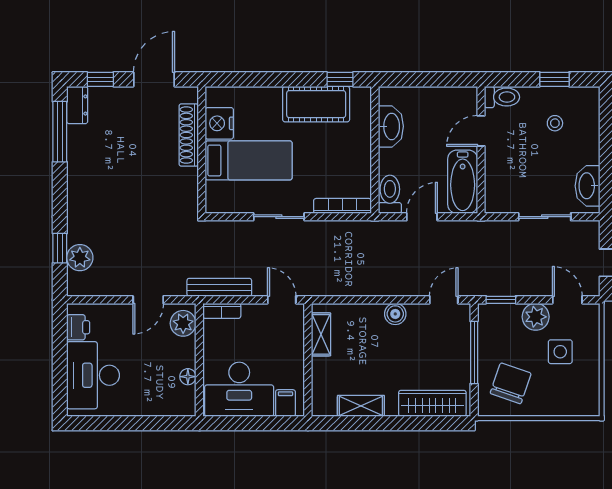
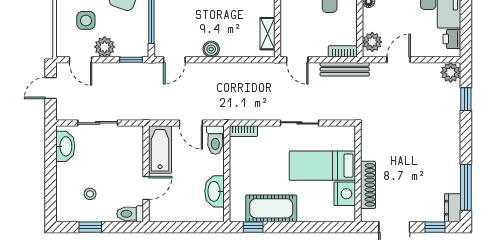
bookcase: (342, 206) -> (243, 131), width x0.64
door: (422, 217) -> (191, 123), hinge flipped
plant: (80, 258) -> (451, 72), moved

